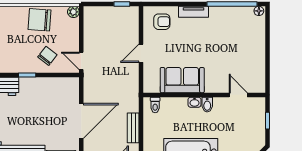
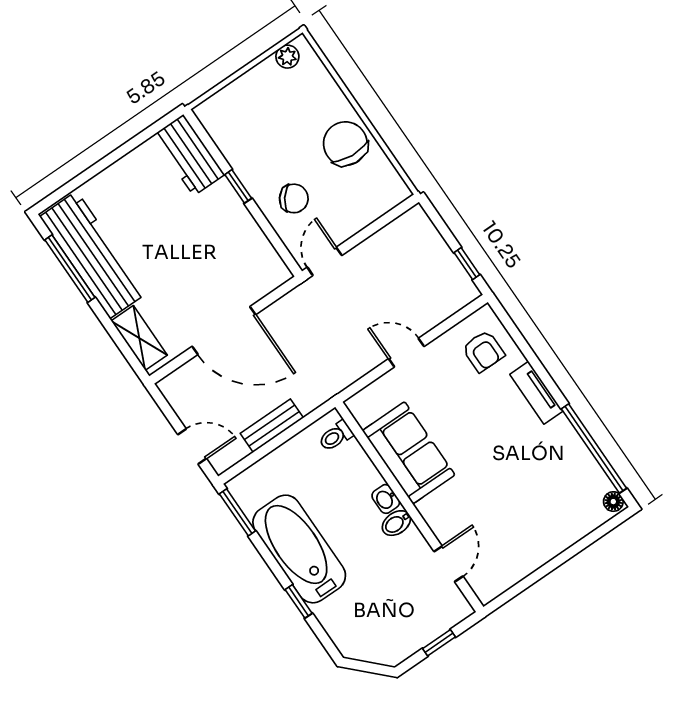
plant: (73, 12) -> (398, 191), removed

